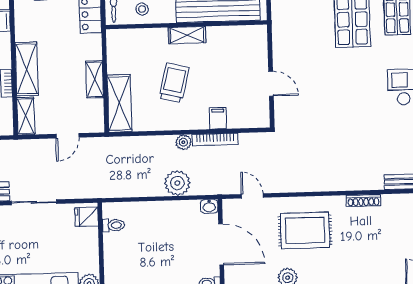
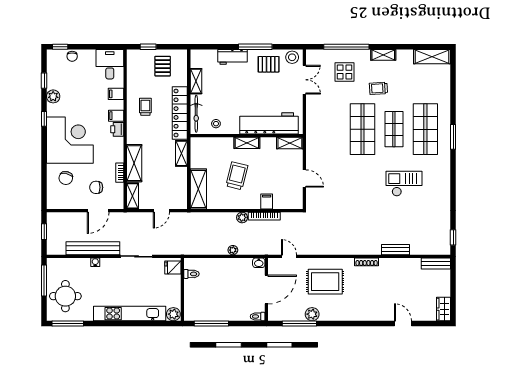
shelving: (249, 34) -> (290, 143), added
shelving: (95, 79) -> (181, 153), moved
plant: (177, 183) -> (233, 250), width x0.53, depth x0.53
door: (221, 244) -> (266, 290), hinge flipped

